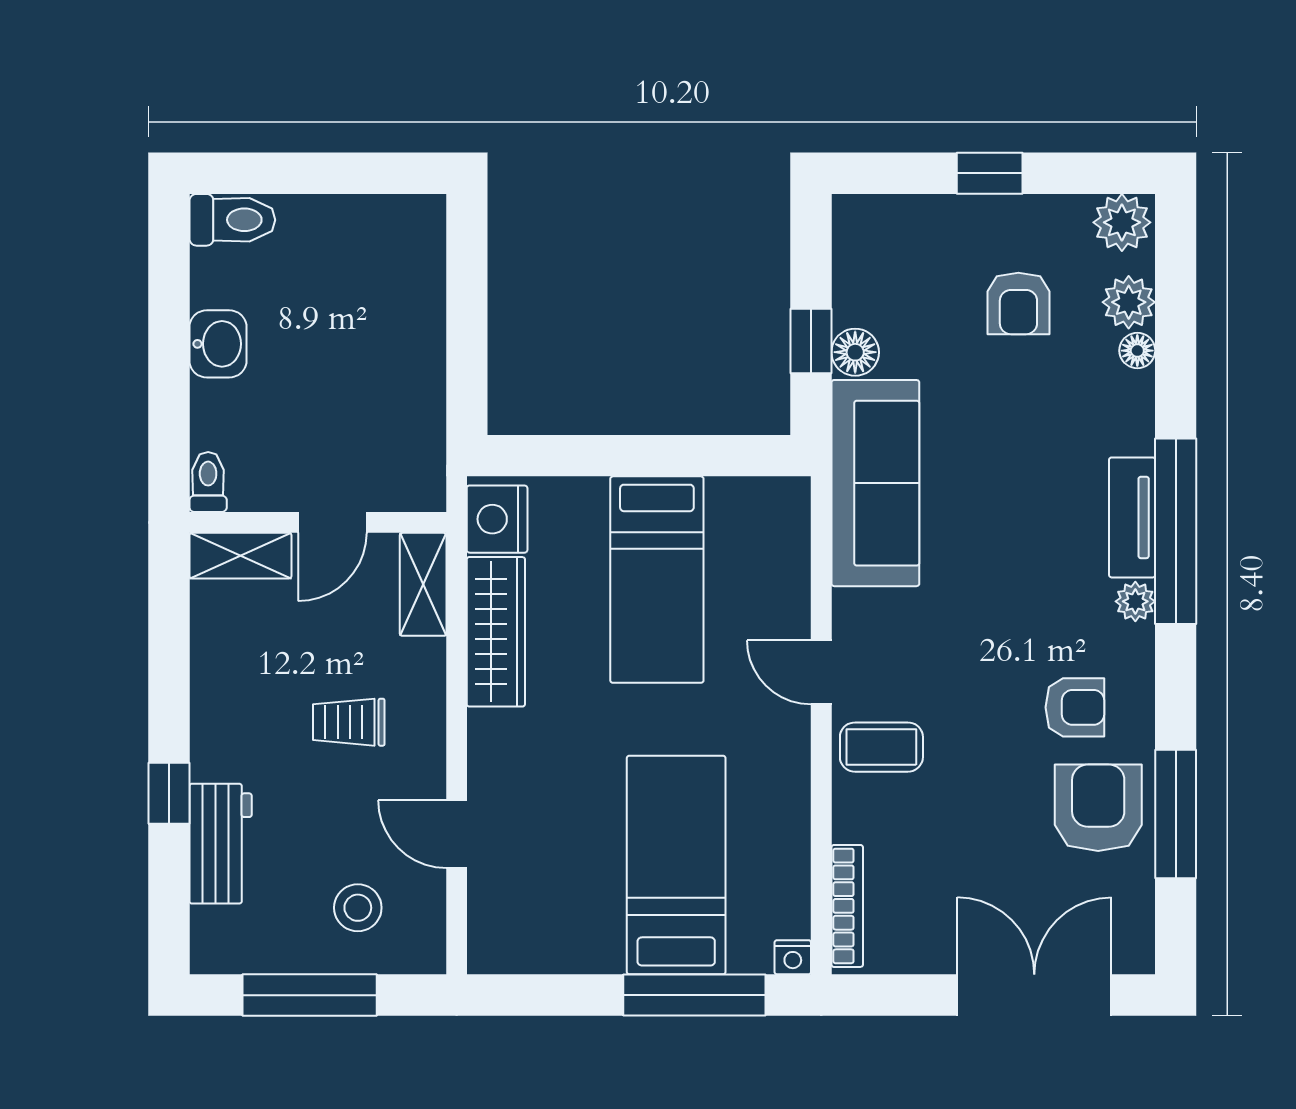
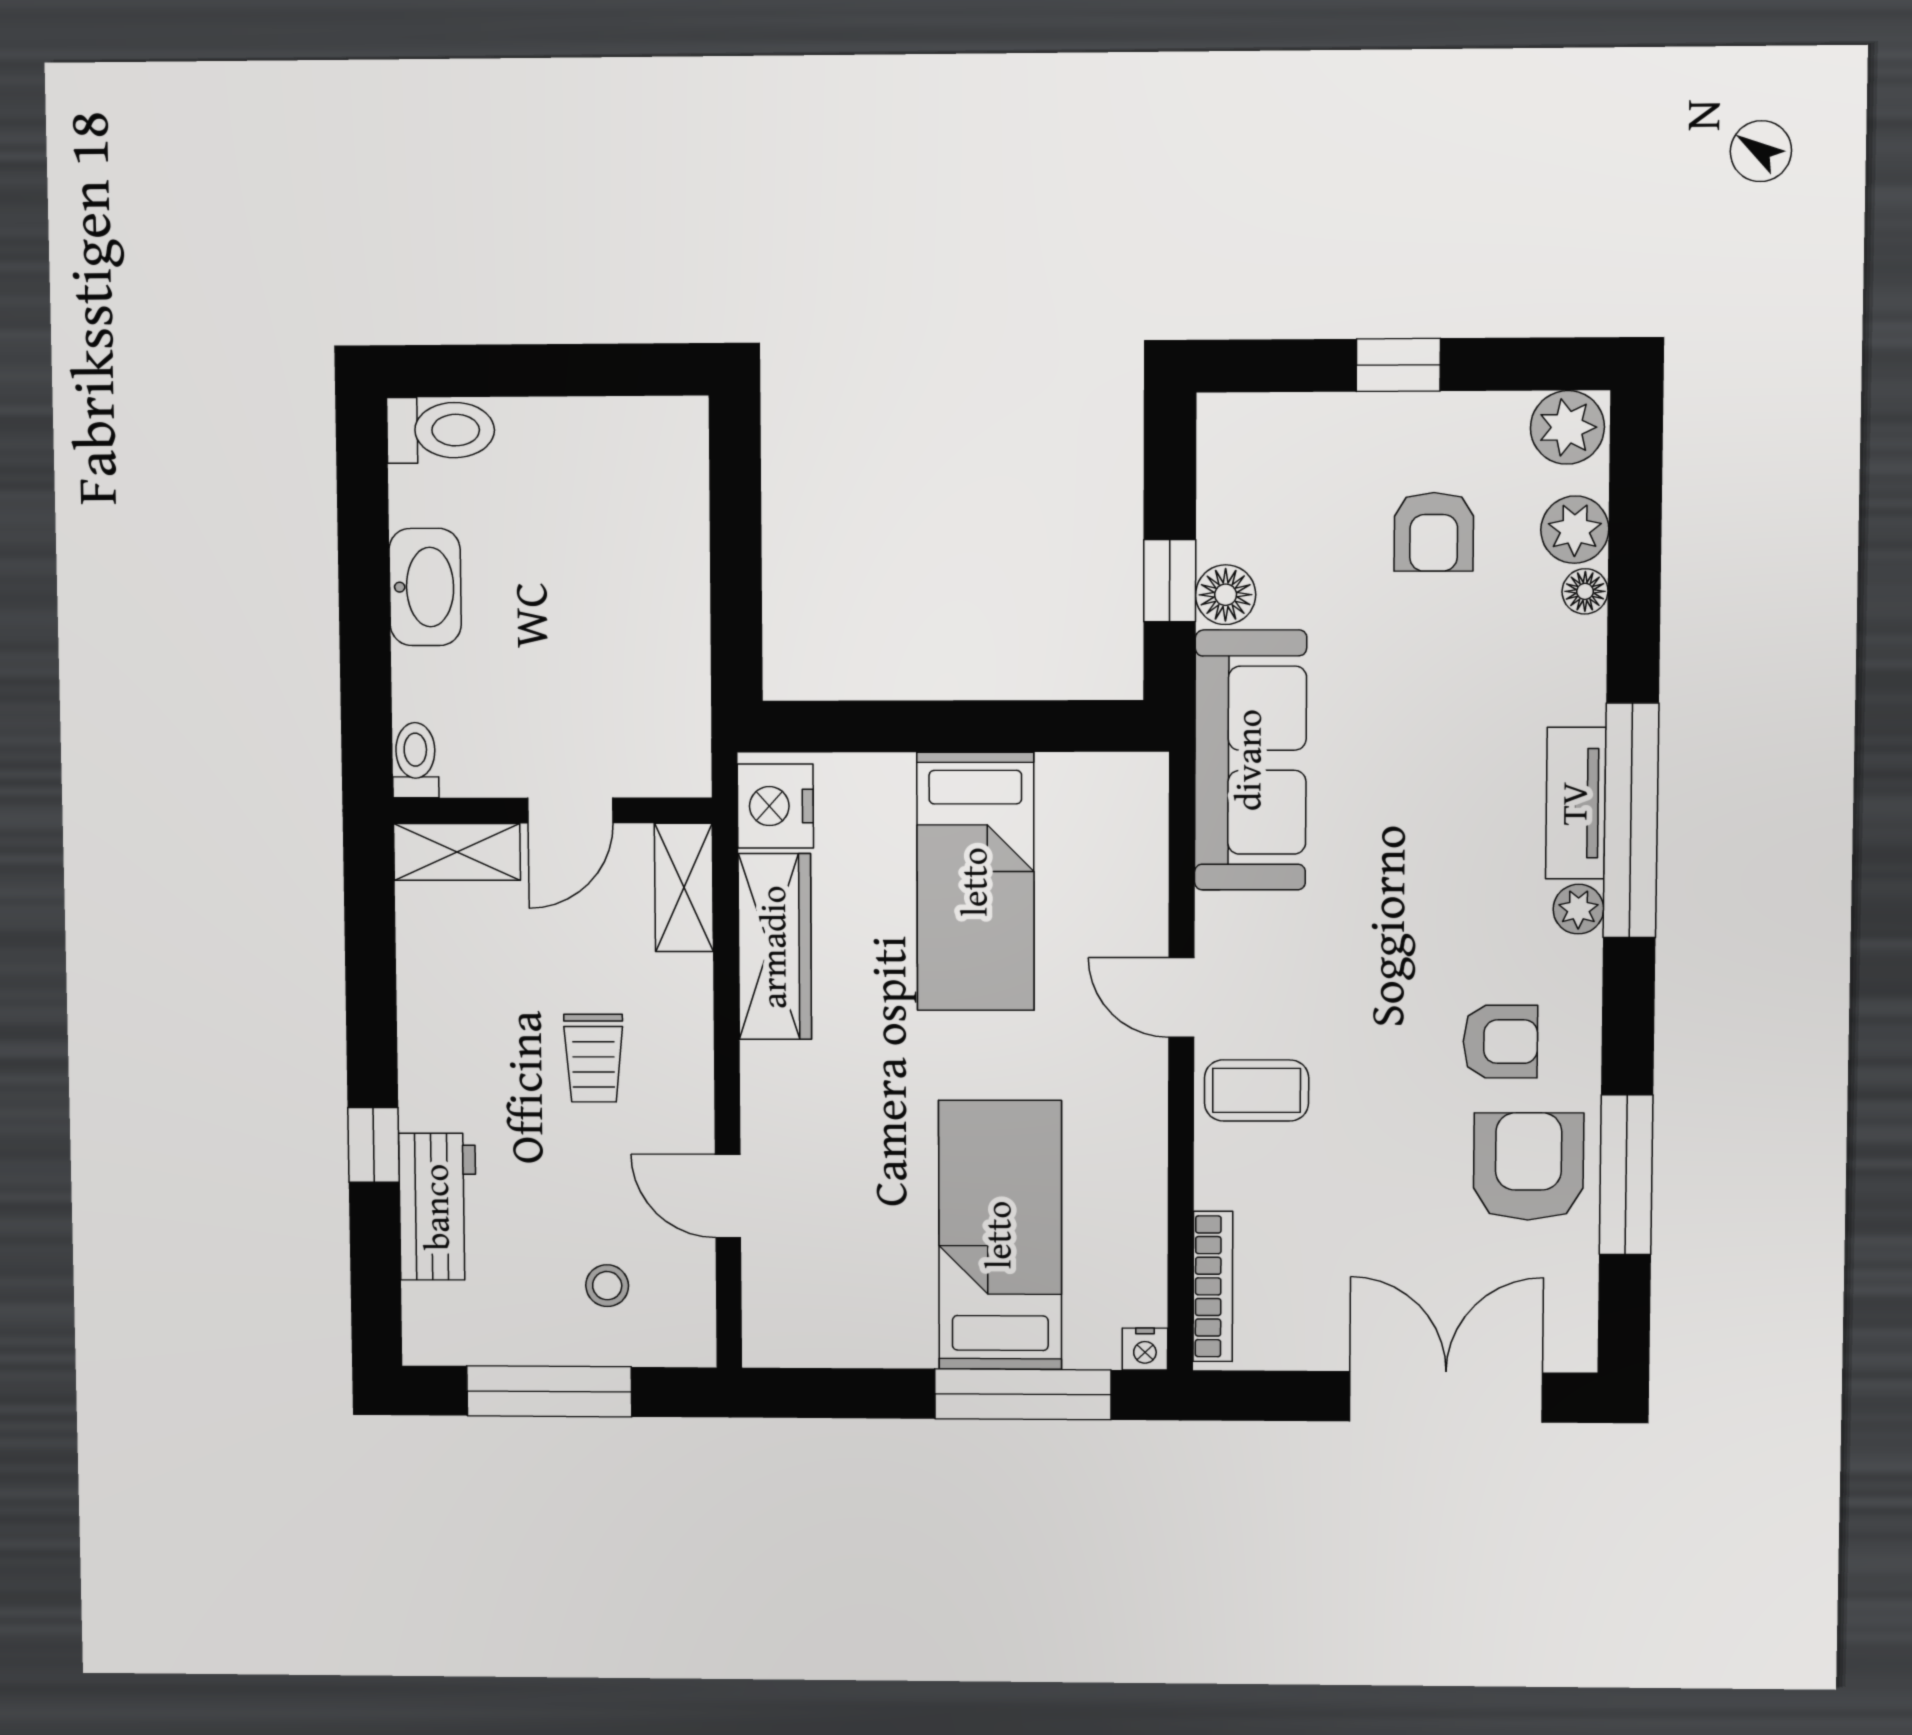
washbasin: (218, 344) -> (425, 587), width x1.38
trolley: (349, 722) -> (594, 1058), turned -90
stool: (358, 908) -> (607, 1286), width x0.73, depth x0.73

